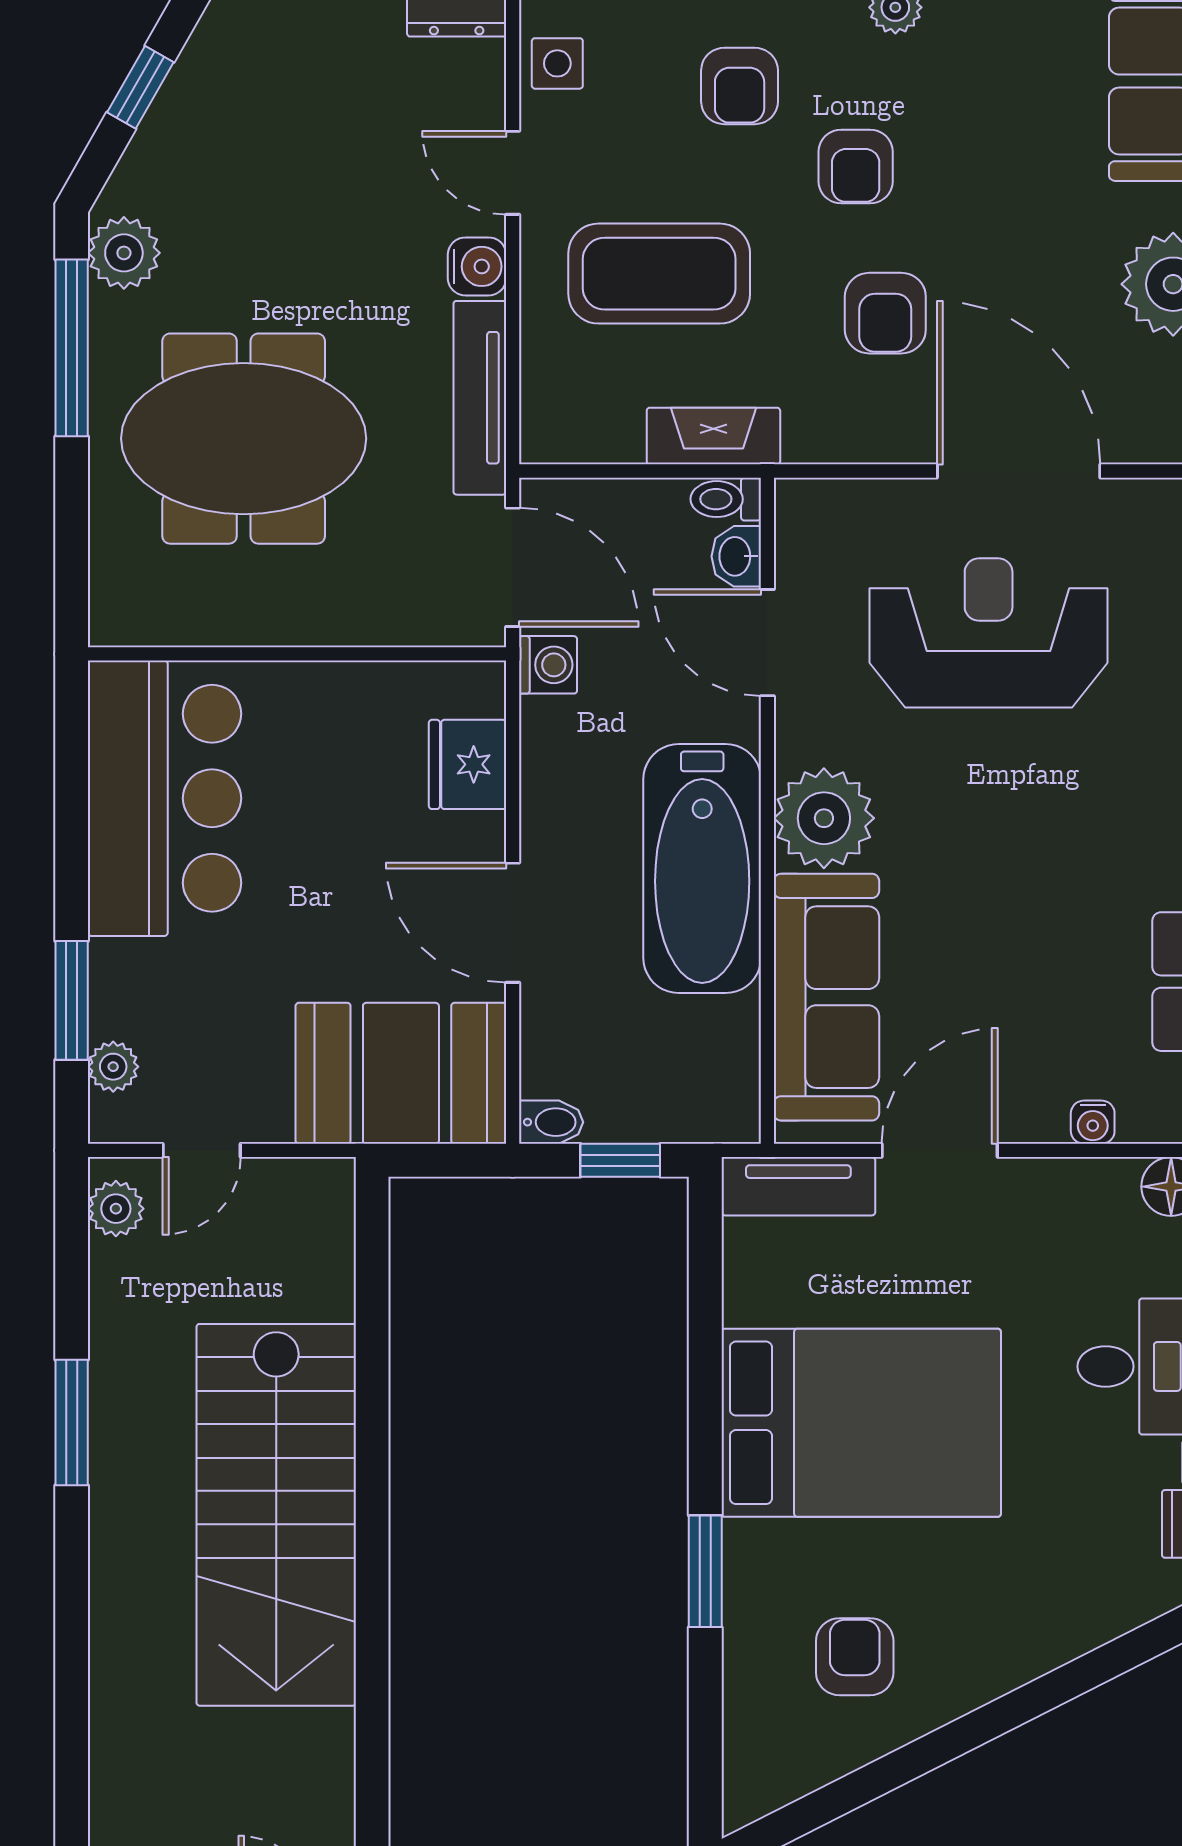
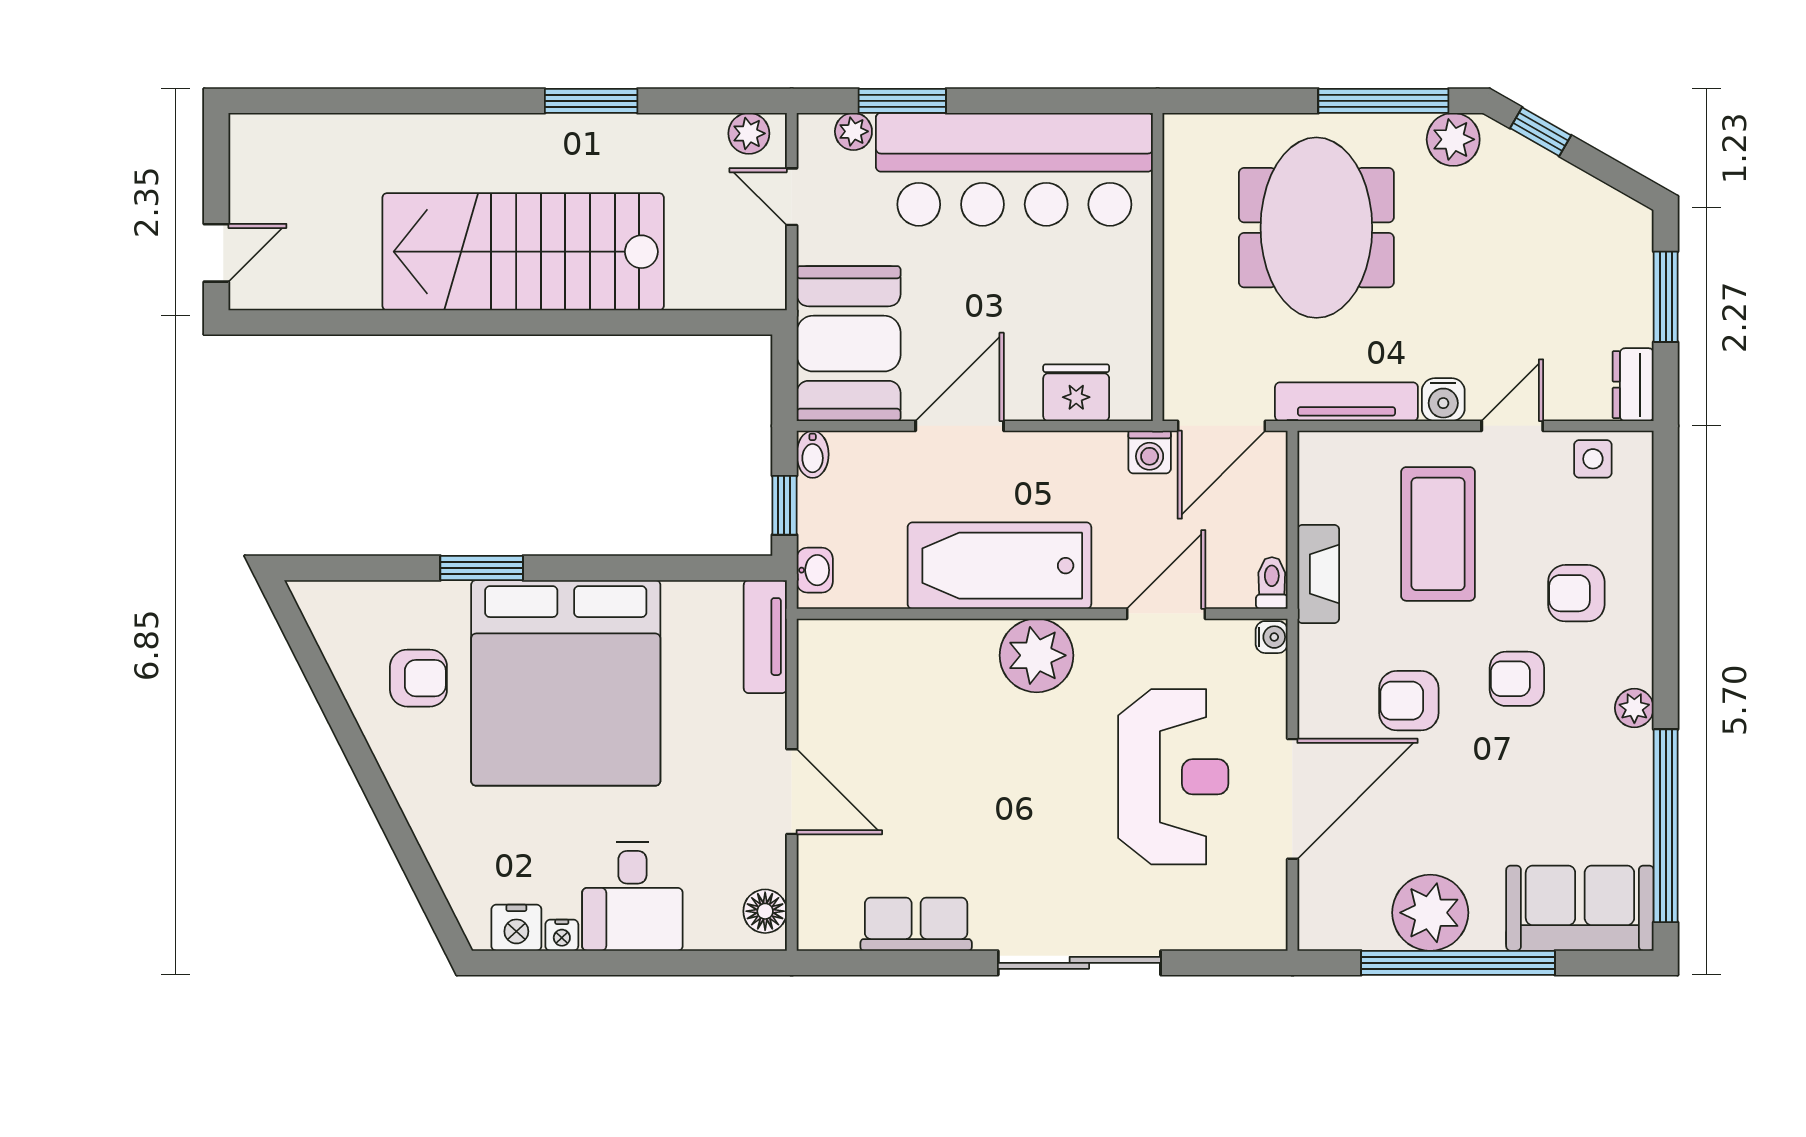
window: (140, 87) -> (1541, 132), moved
washbasin: (736, 556) -> (815, 570), moved, turned 90
bar counter: (165, 798) -> (1014, 169), width x1.36
sofa: (826, 997) -> (905, 657), removed
water cooler: (1093, 1122) -> (1272, 637), moved, turned 180
door: (940, 1150) -> (792, 792), moved
bed: (861, 1423) -> (566, 683), width x1.36

